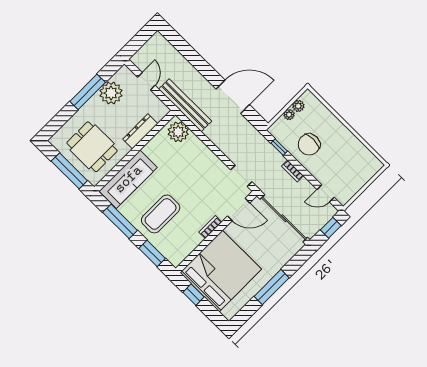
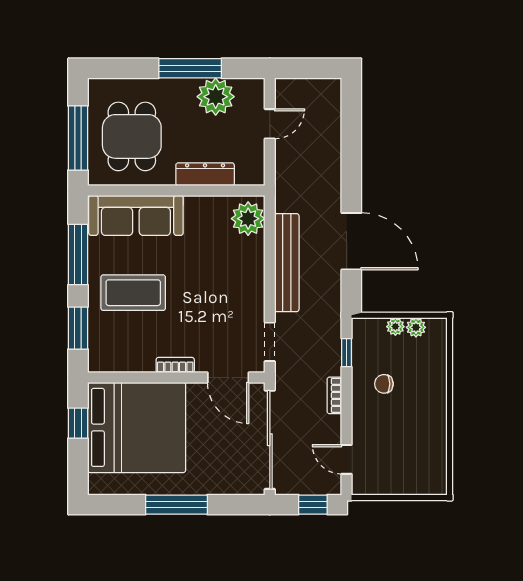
bench: (185, 105) -> (287, 263), moved
chair: (309, 144) -> (384, 384), width x0.54, depth x0.54

